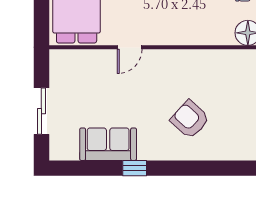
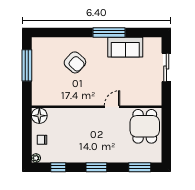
window: (135, 168) -> (109, 32), width x2.17

